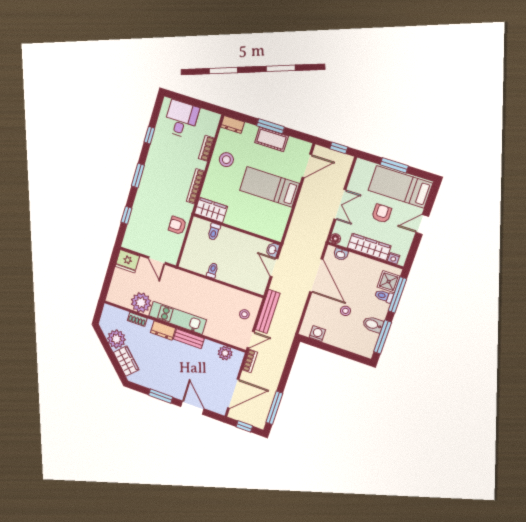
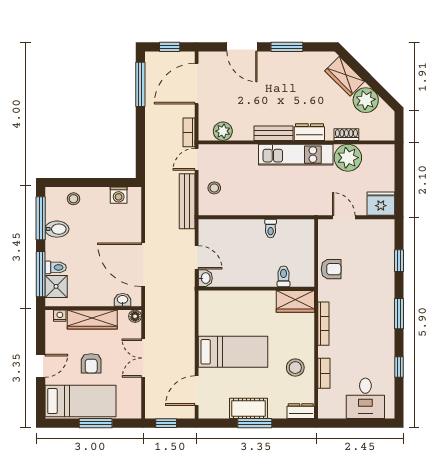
stool: (345, 311) -> (73, 199), moved

